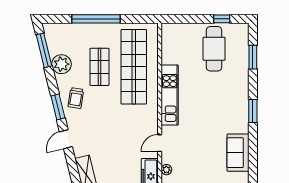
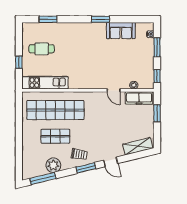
window: (96, 19) -> (19, 139), removed
window: (222, 19) -> (19, 62), moved
cafe table: (214, 49) -> (42, 49), width x0.73, depth x0.74
kitchen unit: (170, 95) -> (45, 83), moved
window: (253, 111) -> (100, 19), moved

